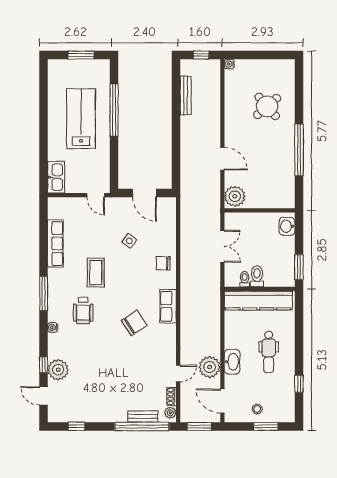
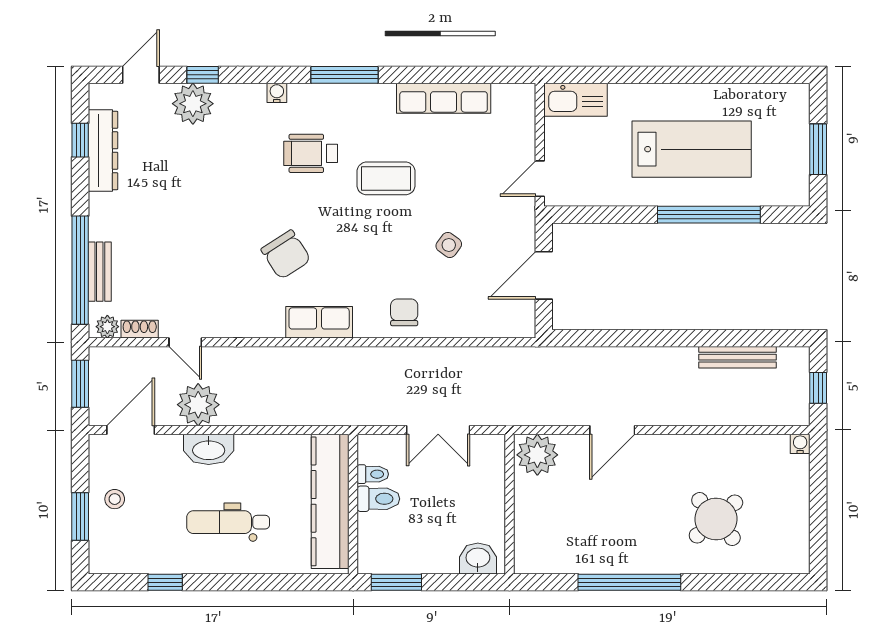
dresser: (82, 415) -> (103, 151), added

